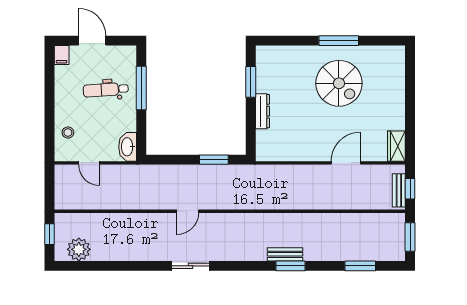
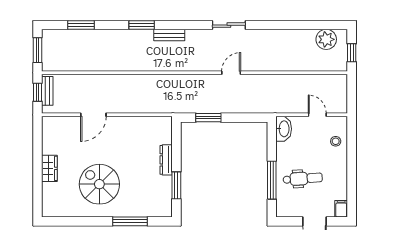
window: (339, 41) -> (130, 221), moved
wardrobe: (396, 146) -> (49, 168), moved
bench: (285, 254) -> (169, 35), moved

